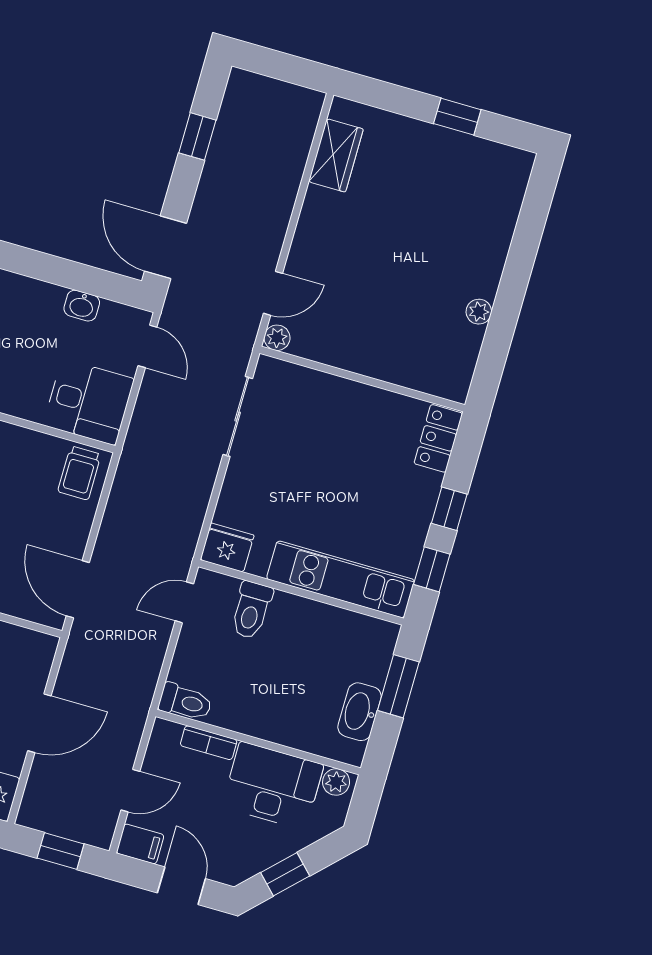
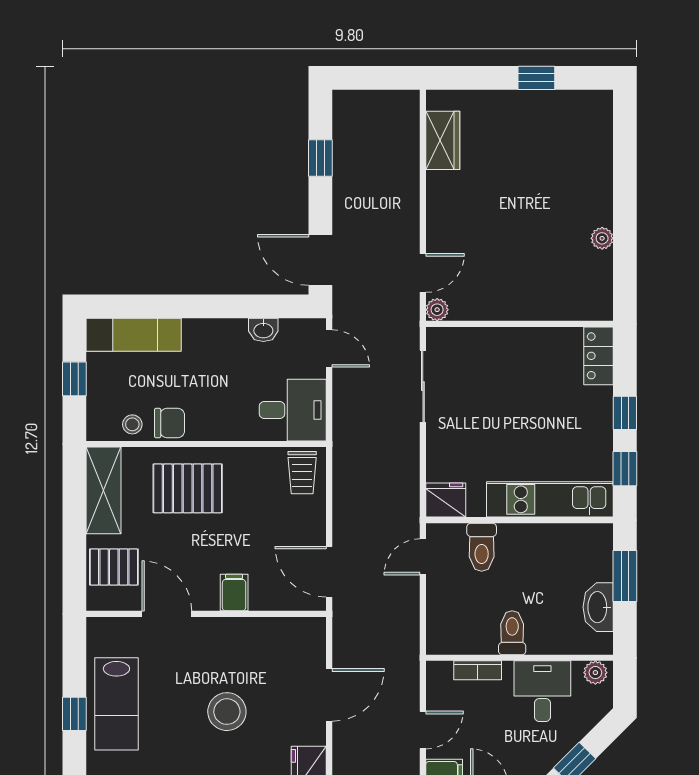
toilet: (185, 702) -> (512, 633), moved, turned -90
desk: (273, 786) -> (542, 691), width x0.73

